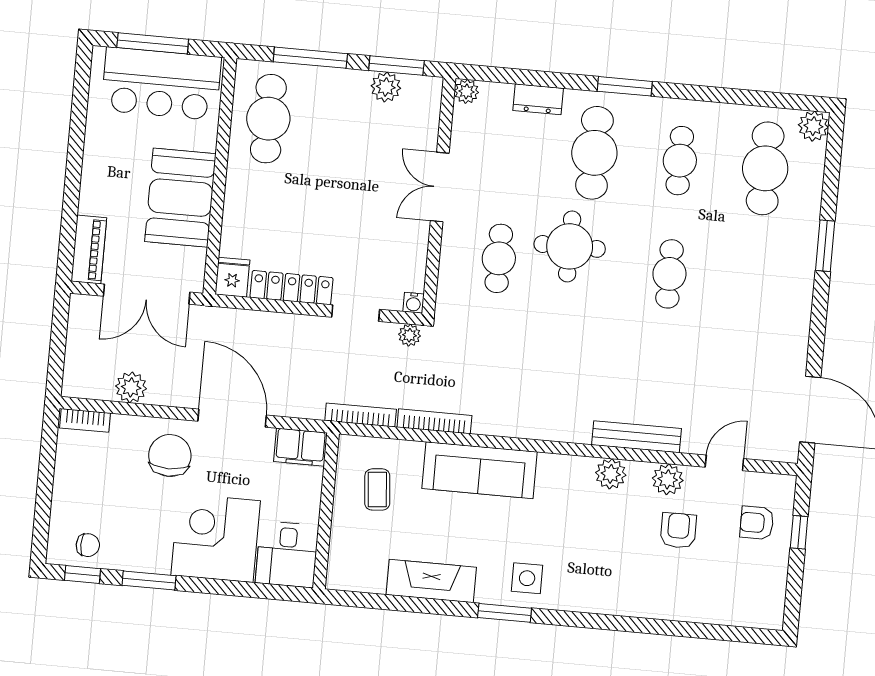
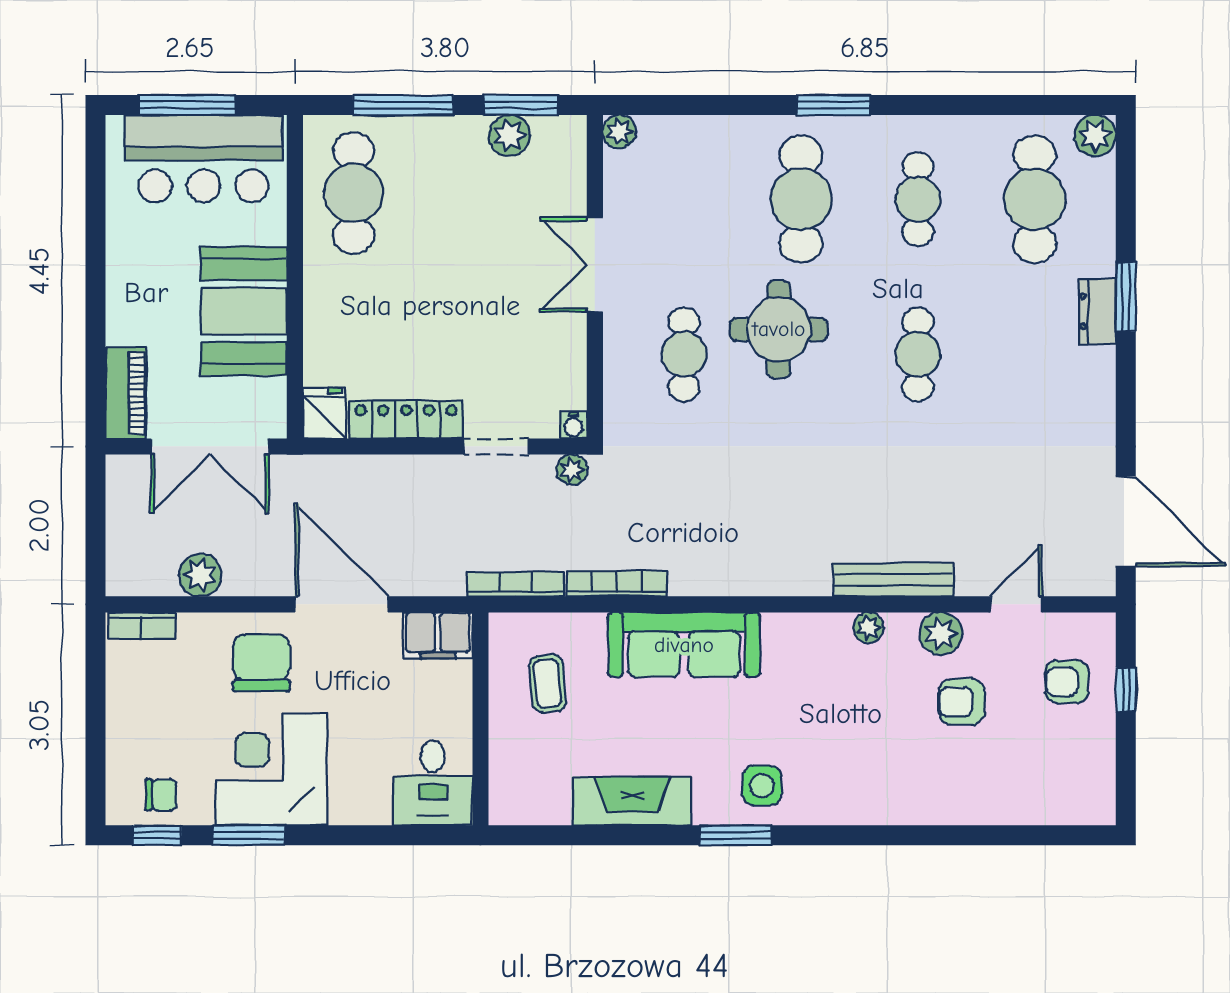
dresser: (538, 99) -> (1097, 311), moved, turned 90
plant: (611, 474) -> (868, 628), width x0.73, depth x0.73
armchair: (678, 530) -> (962, 702), turned -90
corner desk: (216, 538) -> (271, 769), moved

